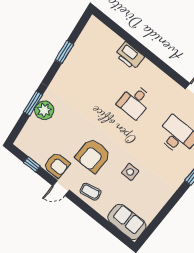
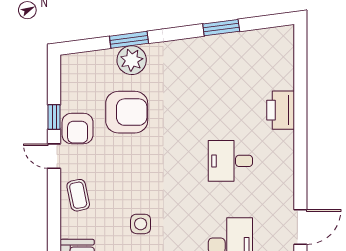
armchair: (93, 156) -> (127, 112), moved, turned 180
window: (32, 164) -> (54, 117), moved

